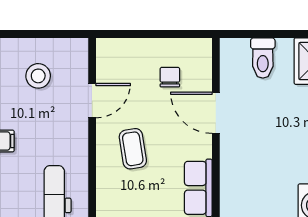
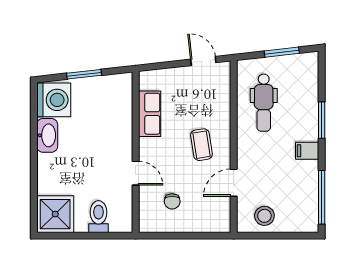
stool: (38, 76) -> (264, 216), moved
door: (216, 113) -> (136, 173), width x0.73

